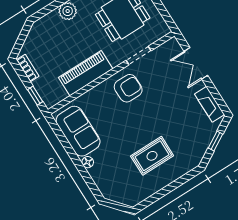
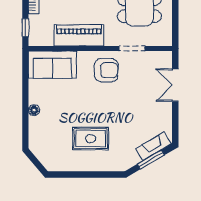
fireplace: (209, 104) -> (154, 146), moved, turned 60
sofa: (78, 131) -> (52, 65), moved, turned 90
window: (215, 141) -> (151, 160), width x1.50

